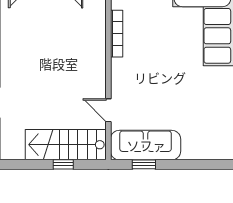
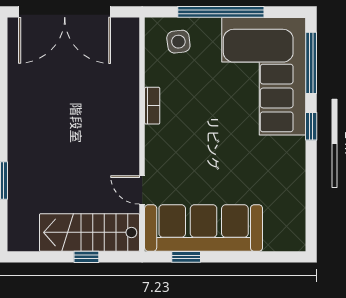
bookcase: (117, 34) -> (152, 106), width x0.64
sofa: (146, 145) -> (204, 228), width x1.36, depth x1.27

